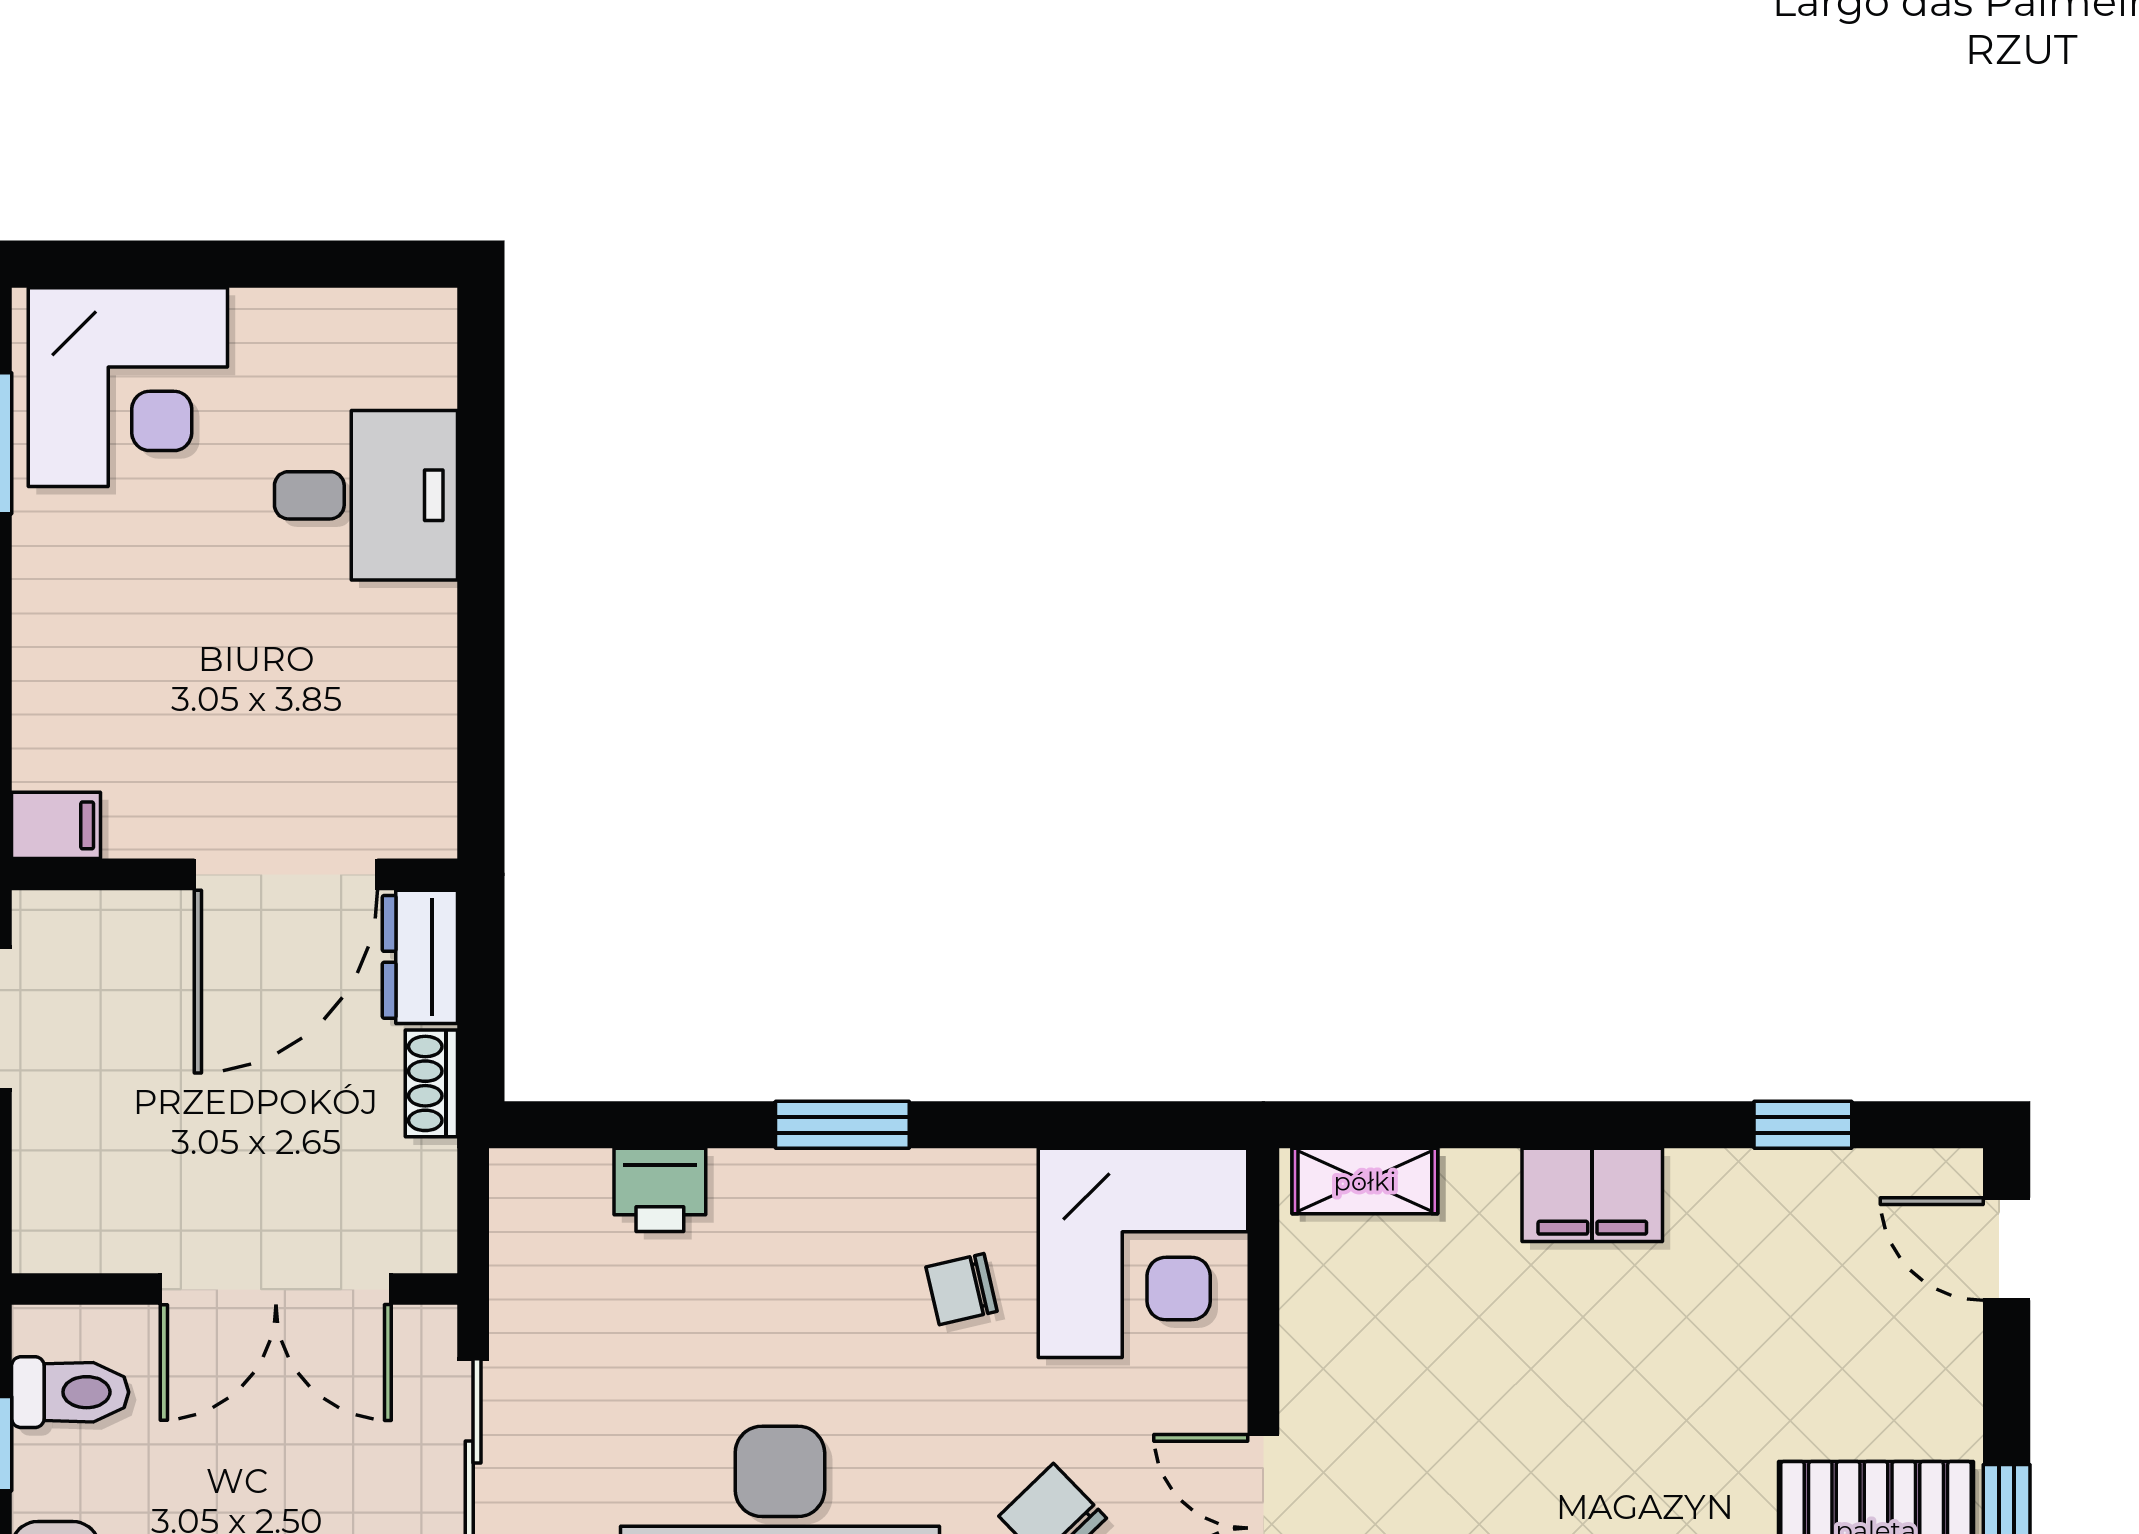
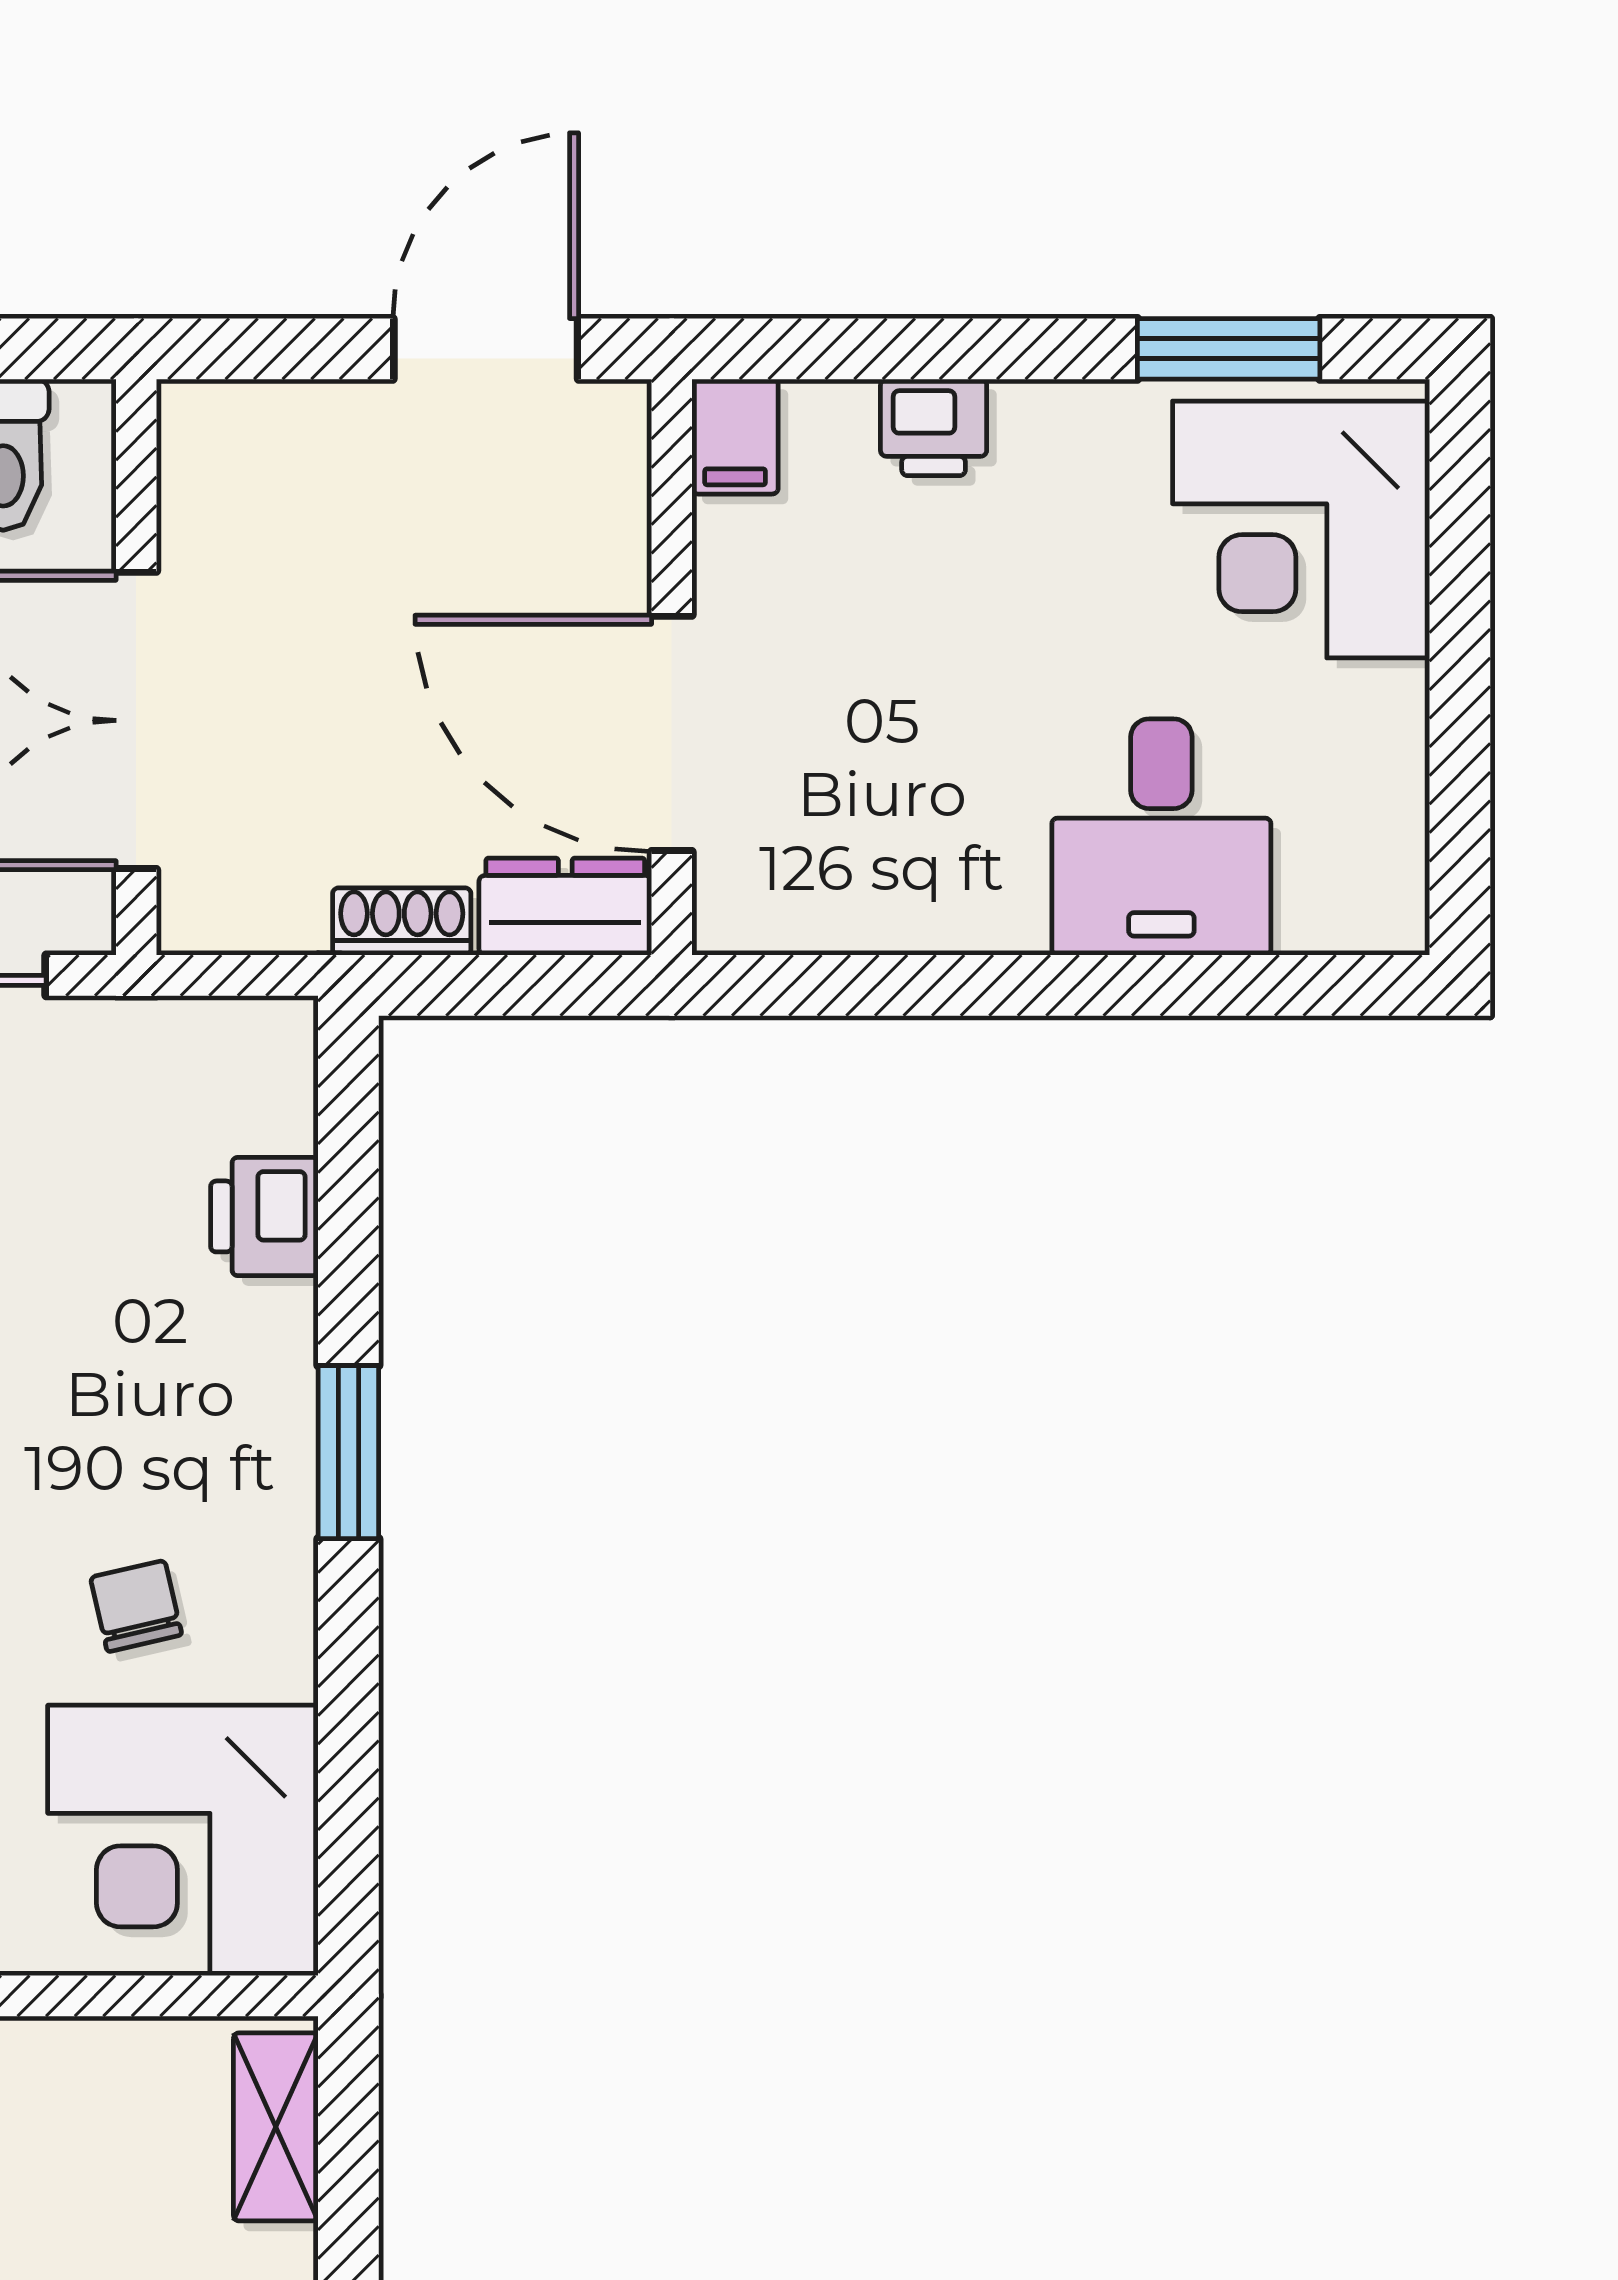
printer: (49, 672) -> (934, 427), added

